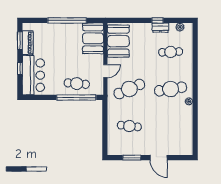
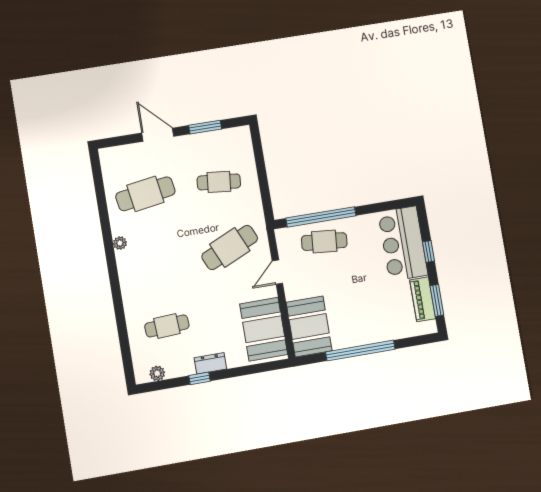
dresser: (160, 28) -> (210, 363), moved
cafe table: (171, 89) -> (145, 194), moved

